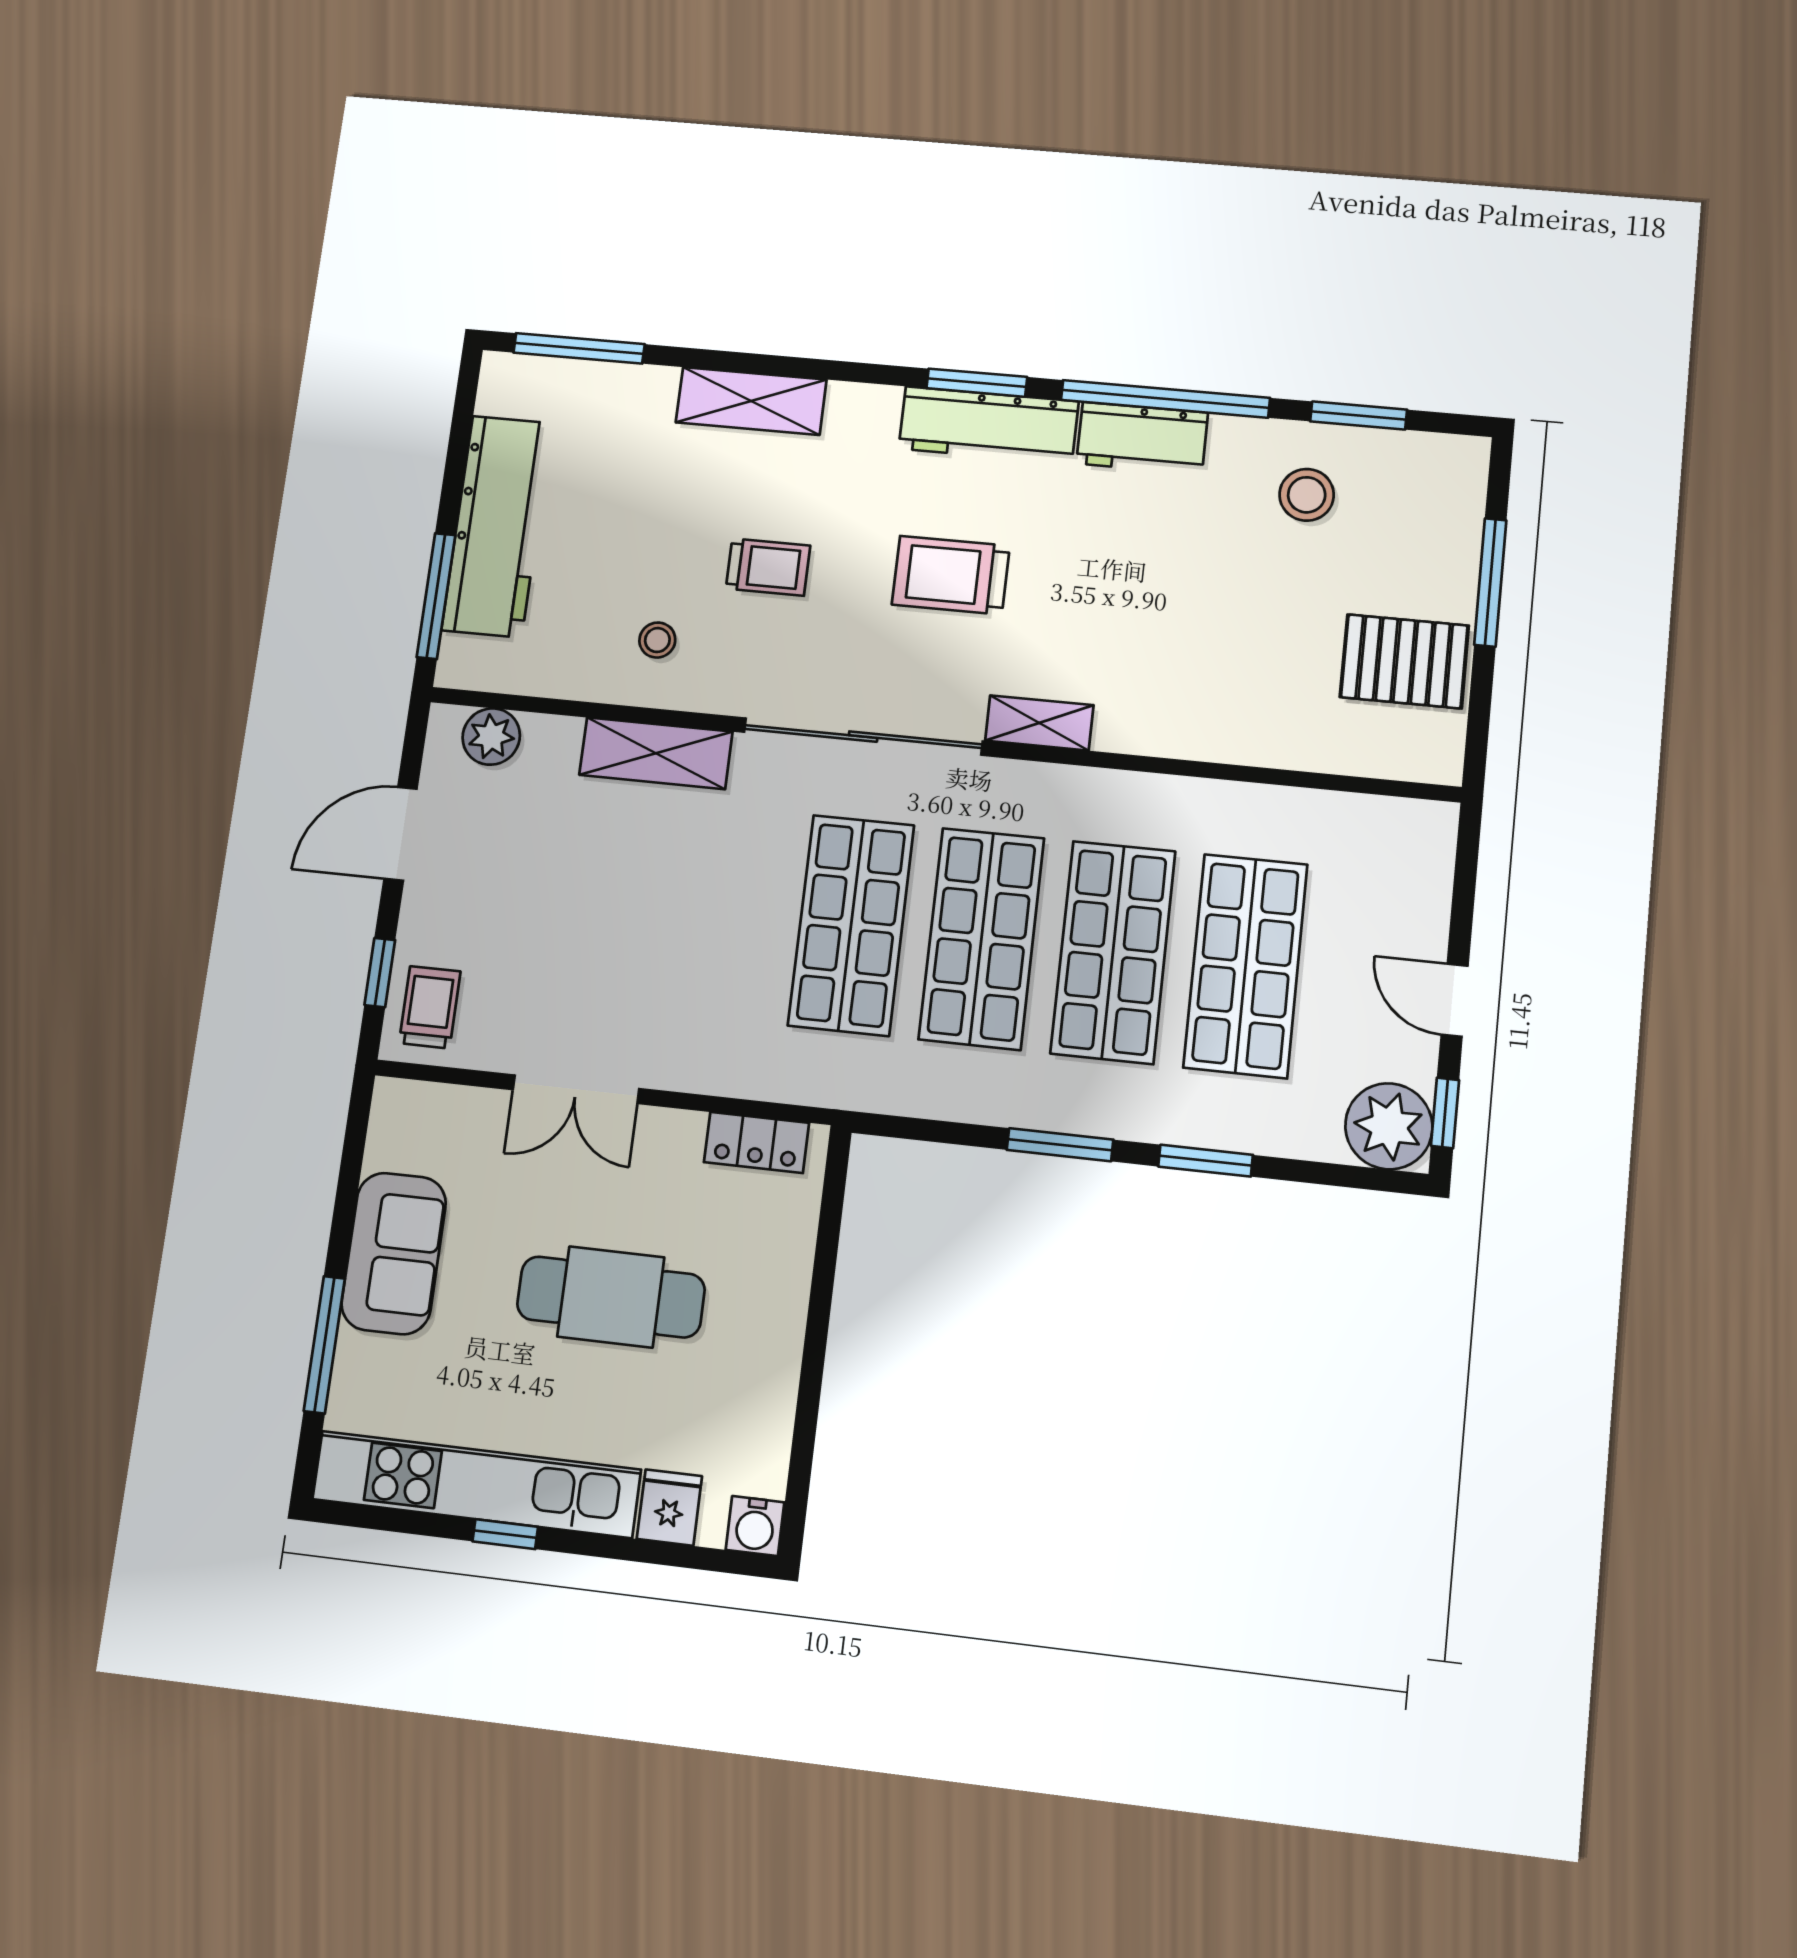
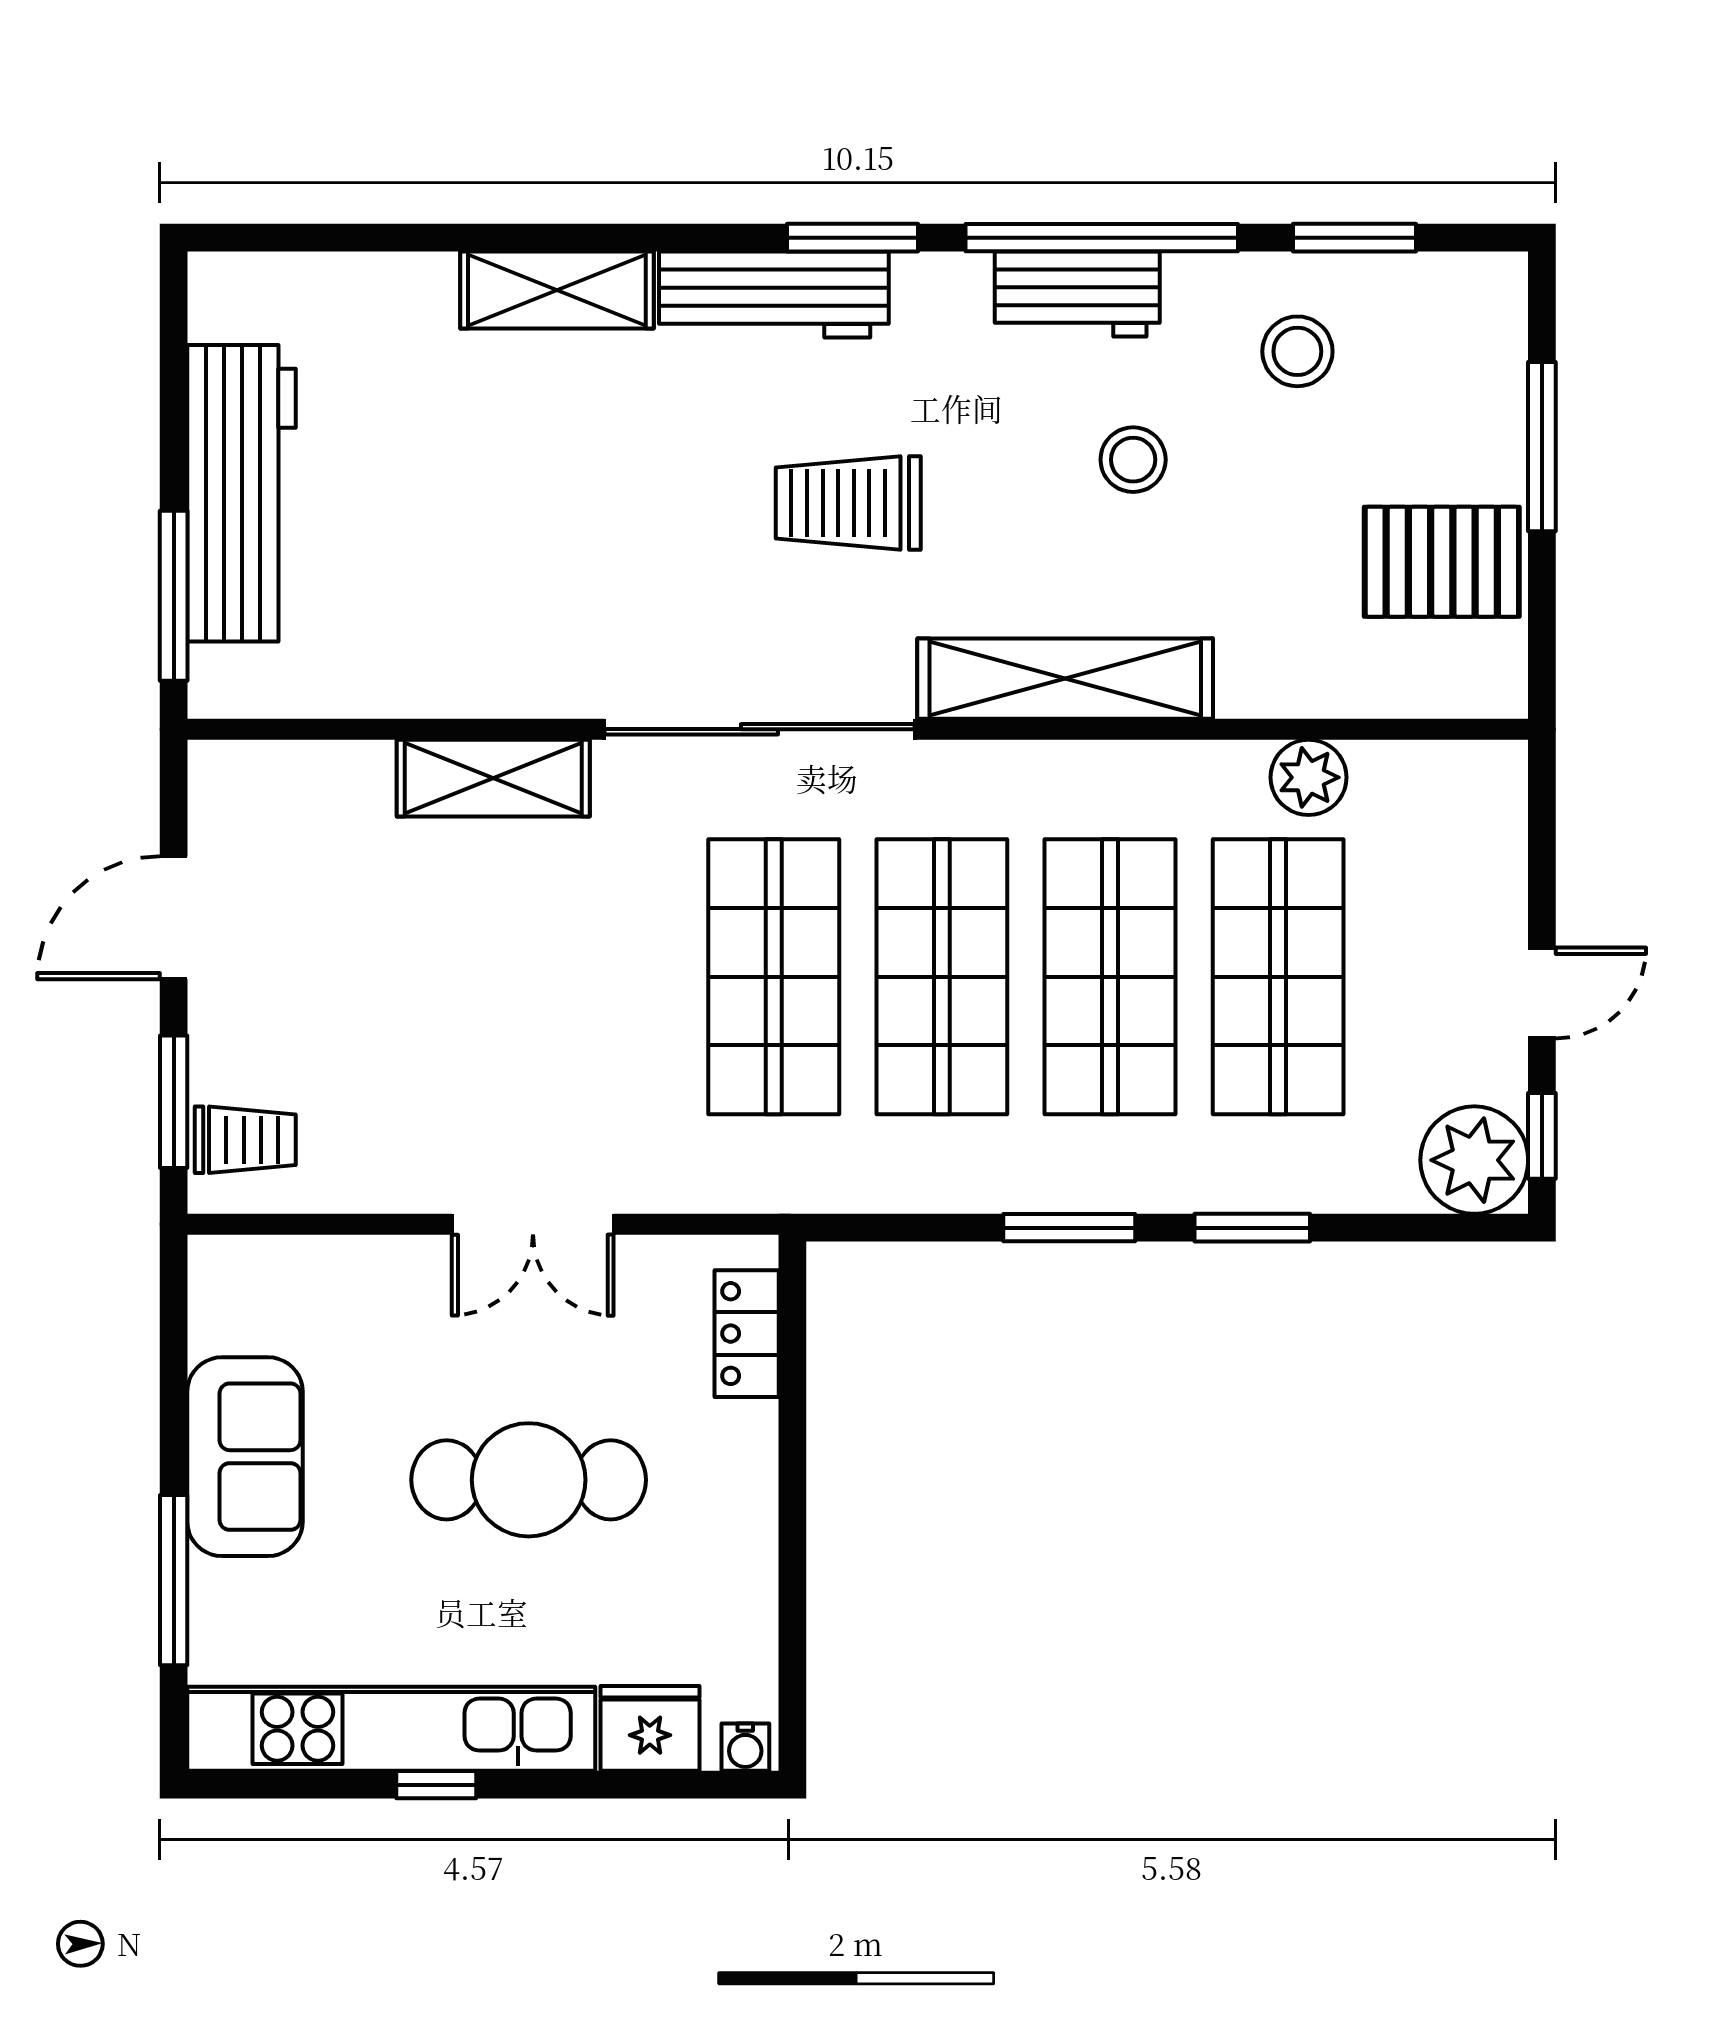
window: (579, 348) -> (317, 238), removed
workbench: (989, 425) -> (774, 294), moved
trolley: (768, 567) -> (608, 515), removed
stool: (657, 640) -> (1133, 460), moved, width x1.37, depth x1.37
shelving: (1039, 723) -> (1065, 679), width x2.20, depth x1.33
plant: (491, 737) -> (1309, 777), moved
window: (380, 973) -> (174, 1102), width x1.50
door: (1455, 1000) -> (1542, 993), swing flipped
trolley: (430, 1007) -> (245, 1140), turned 90
double door: (576, 1089) -> (533, 1224), moved
locker: (756, 1143) -> (747, 1334), moved, turned 90
fridge: (669, 1507) -> (650, 1728), width x1.38
water cooler: (755, 1526) -> (745, 1747), width x0.72, depth x0.72

